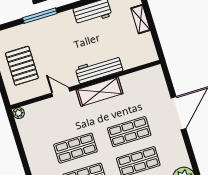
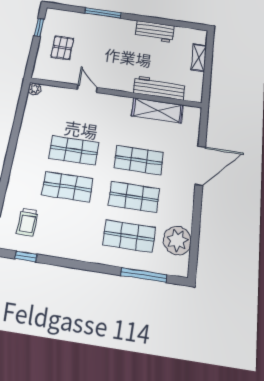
pallet: (22, 66) -> (62, 48), width x0.67, depth x0.71
workbench: (99, 69) -> (159, 88), moved
shelving: (99, 92) -> (157, 110), moved

